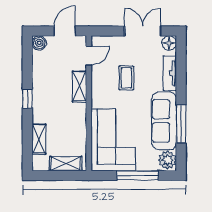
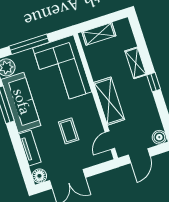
shelving: (79, 87) -> (109, 101), width x1.50, depth x1.33
shelving: (39, 139) -> (136, 63), moved

